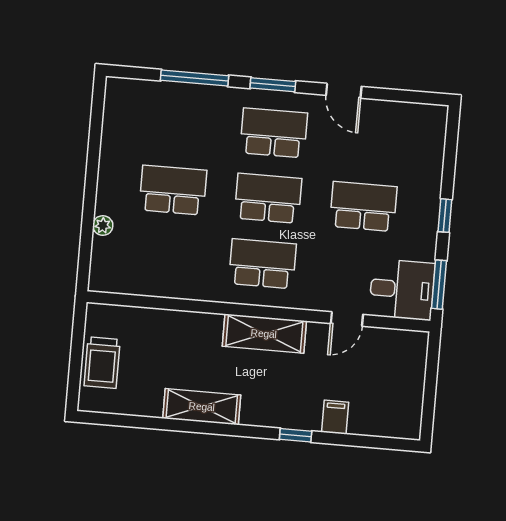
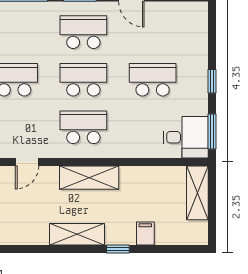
door: (347, 319) -> (27, 162), moved
shelving: (412, 367) -> (197, 193), added
shelving: (202, 407) -> (77, 234), moved

